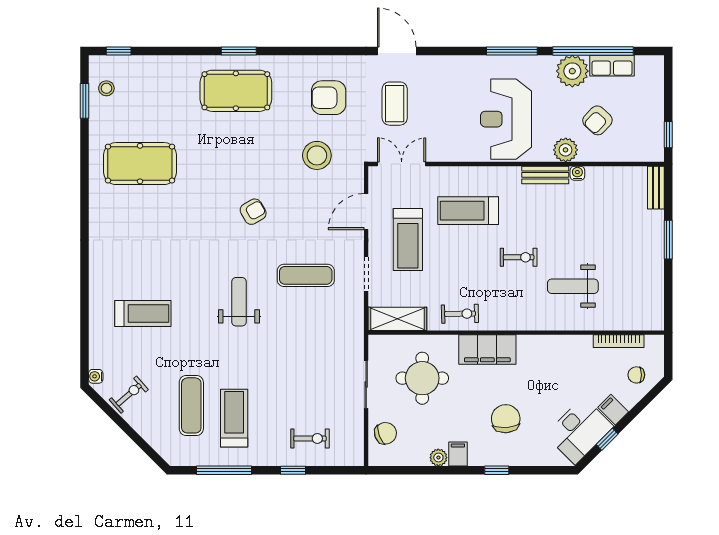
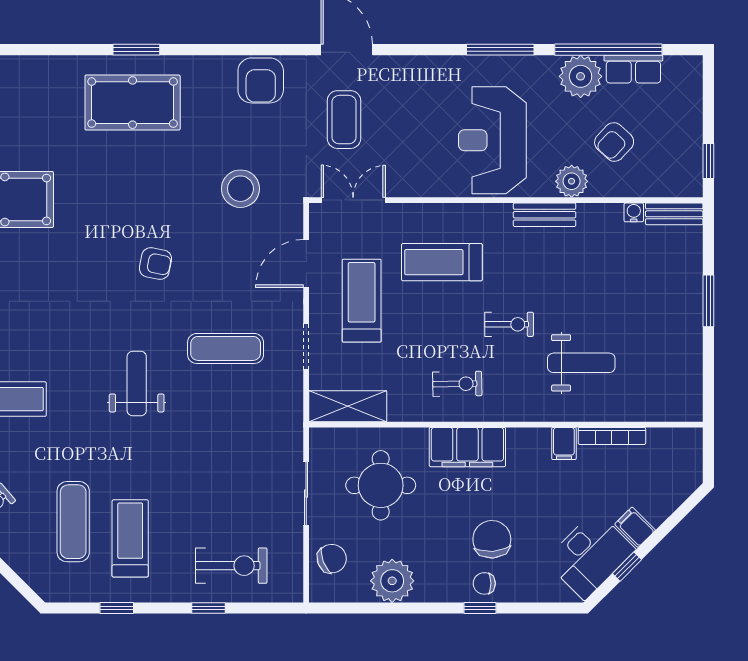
armchair: (329, 98) -> (261, 80), moved, turned -90
water cooler: (577, 173) -> (634, 212), moved
bench: (656, 188) -> (674, 214), moved, turned 90
armchair: (253, 212) -> (155, 264), turned 41
treadmill: (408, 240) -> (362, 301), turned 180
weight bench: (573, 286) -> (581, 363), turned 180
exercise bike: (460, 314) -> (457, 384), moved
bookcase: (619, 341) -> (612, 436), moved
chair: (636, 375) -> (484, 583), moved
exercise bike: (310, 438) -> (231, 566), width x1.38, depth x1.39
filing cabinet: (458, 454) -> (564, 444), moved, turned 180
plant: (438, 458) -> (392, 581), width x1.87, depth x1.87
window: (224, 470) -> (117, 608), width x0.46

